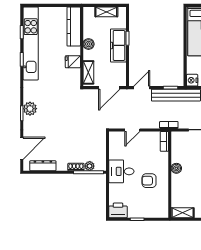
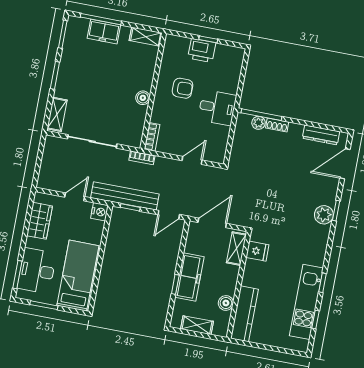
kitchen unit: (31, 44) -> (306, 302), width x0.73
boiler: (89, 44) -> (226, 303), moved
fridge: (73, 62) -> (257, 251), moved
printer: (118, 210) -> (202, 50), moved

